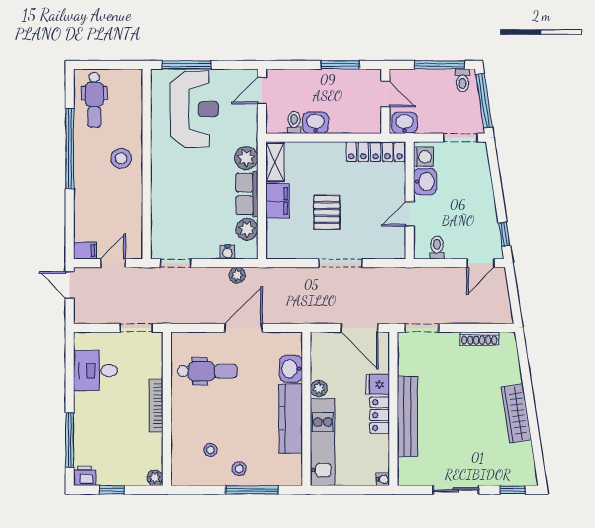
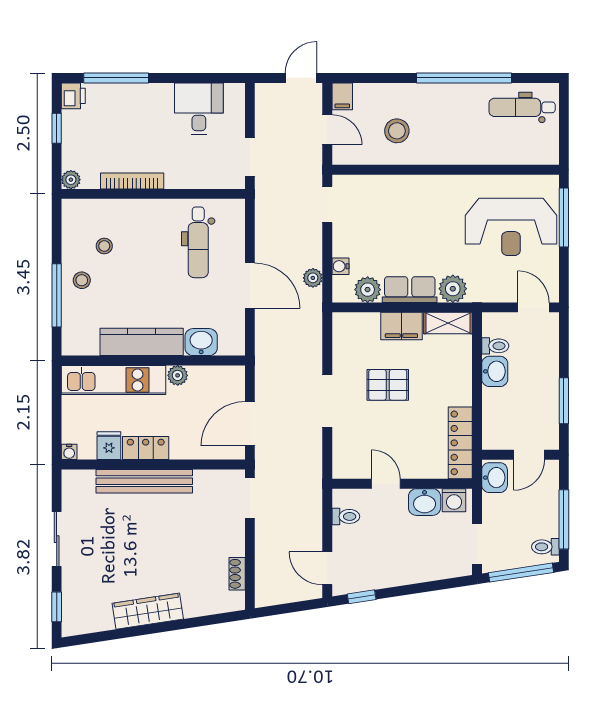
stool: (121, 158) -> (397, 131), moved
shoe rack: (479, 339) -> (237, 574), width x0.70
fridge: (378, 384) -> (109, 446), moved
bookcase: (156, 406) -> (132, 181), moved

